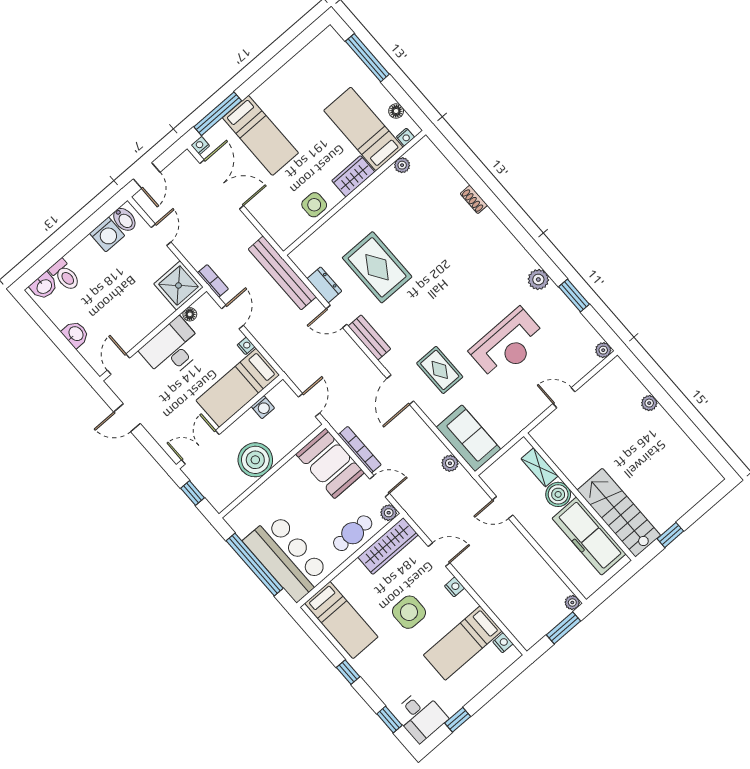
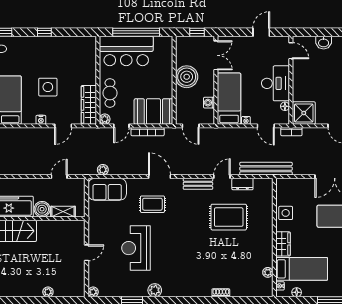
bed: (341, 620) -> (73, 51), removed

